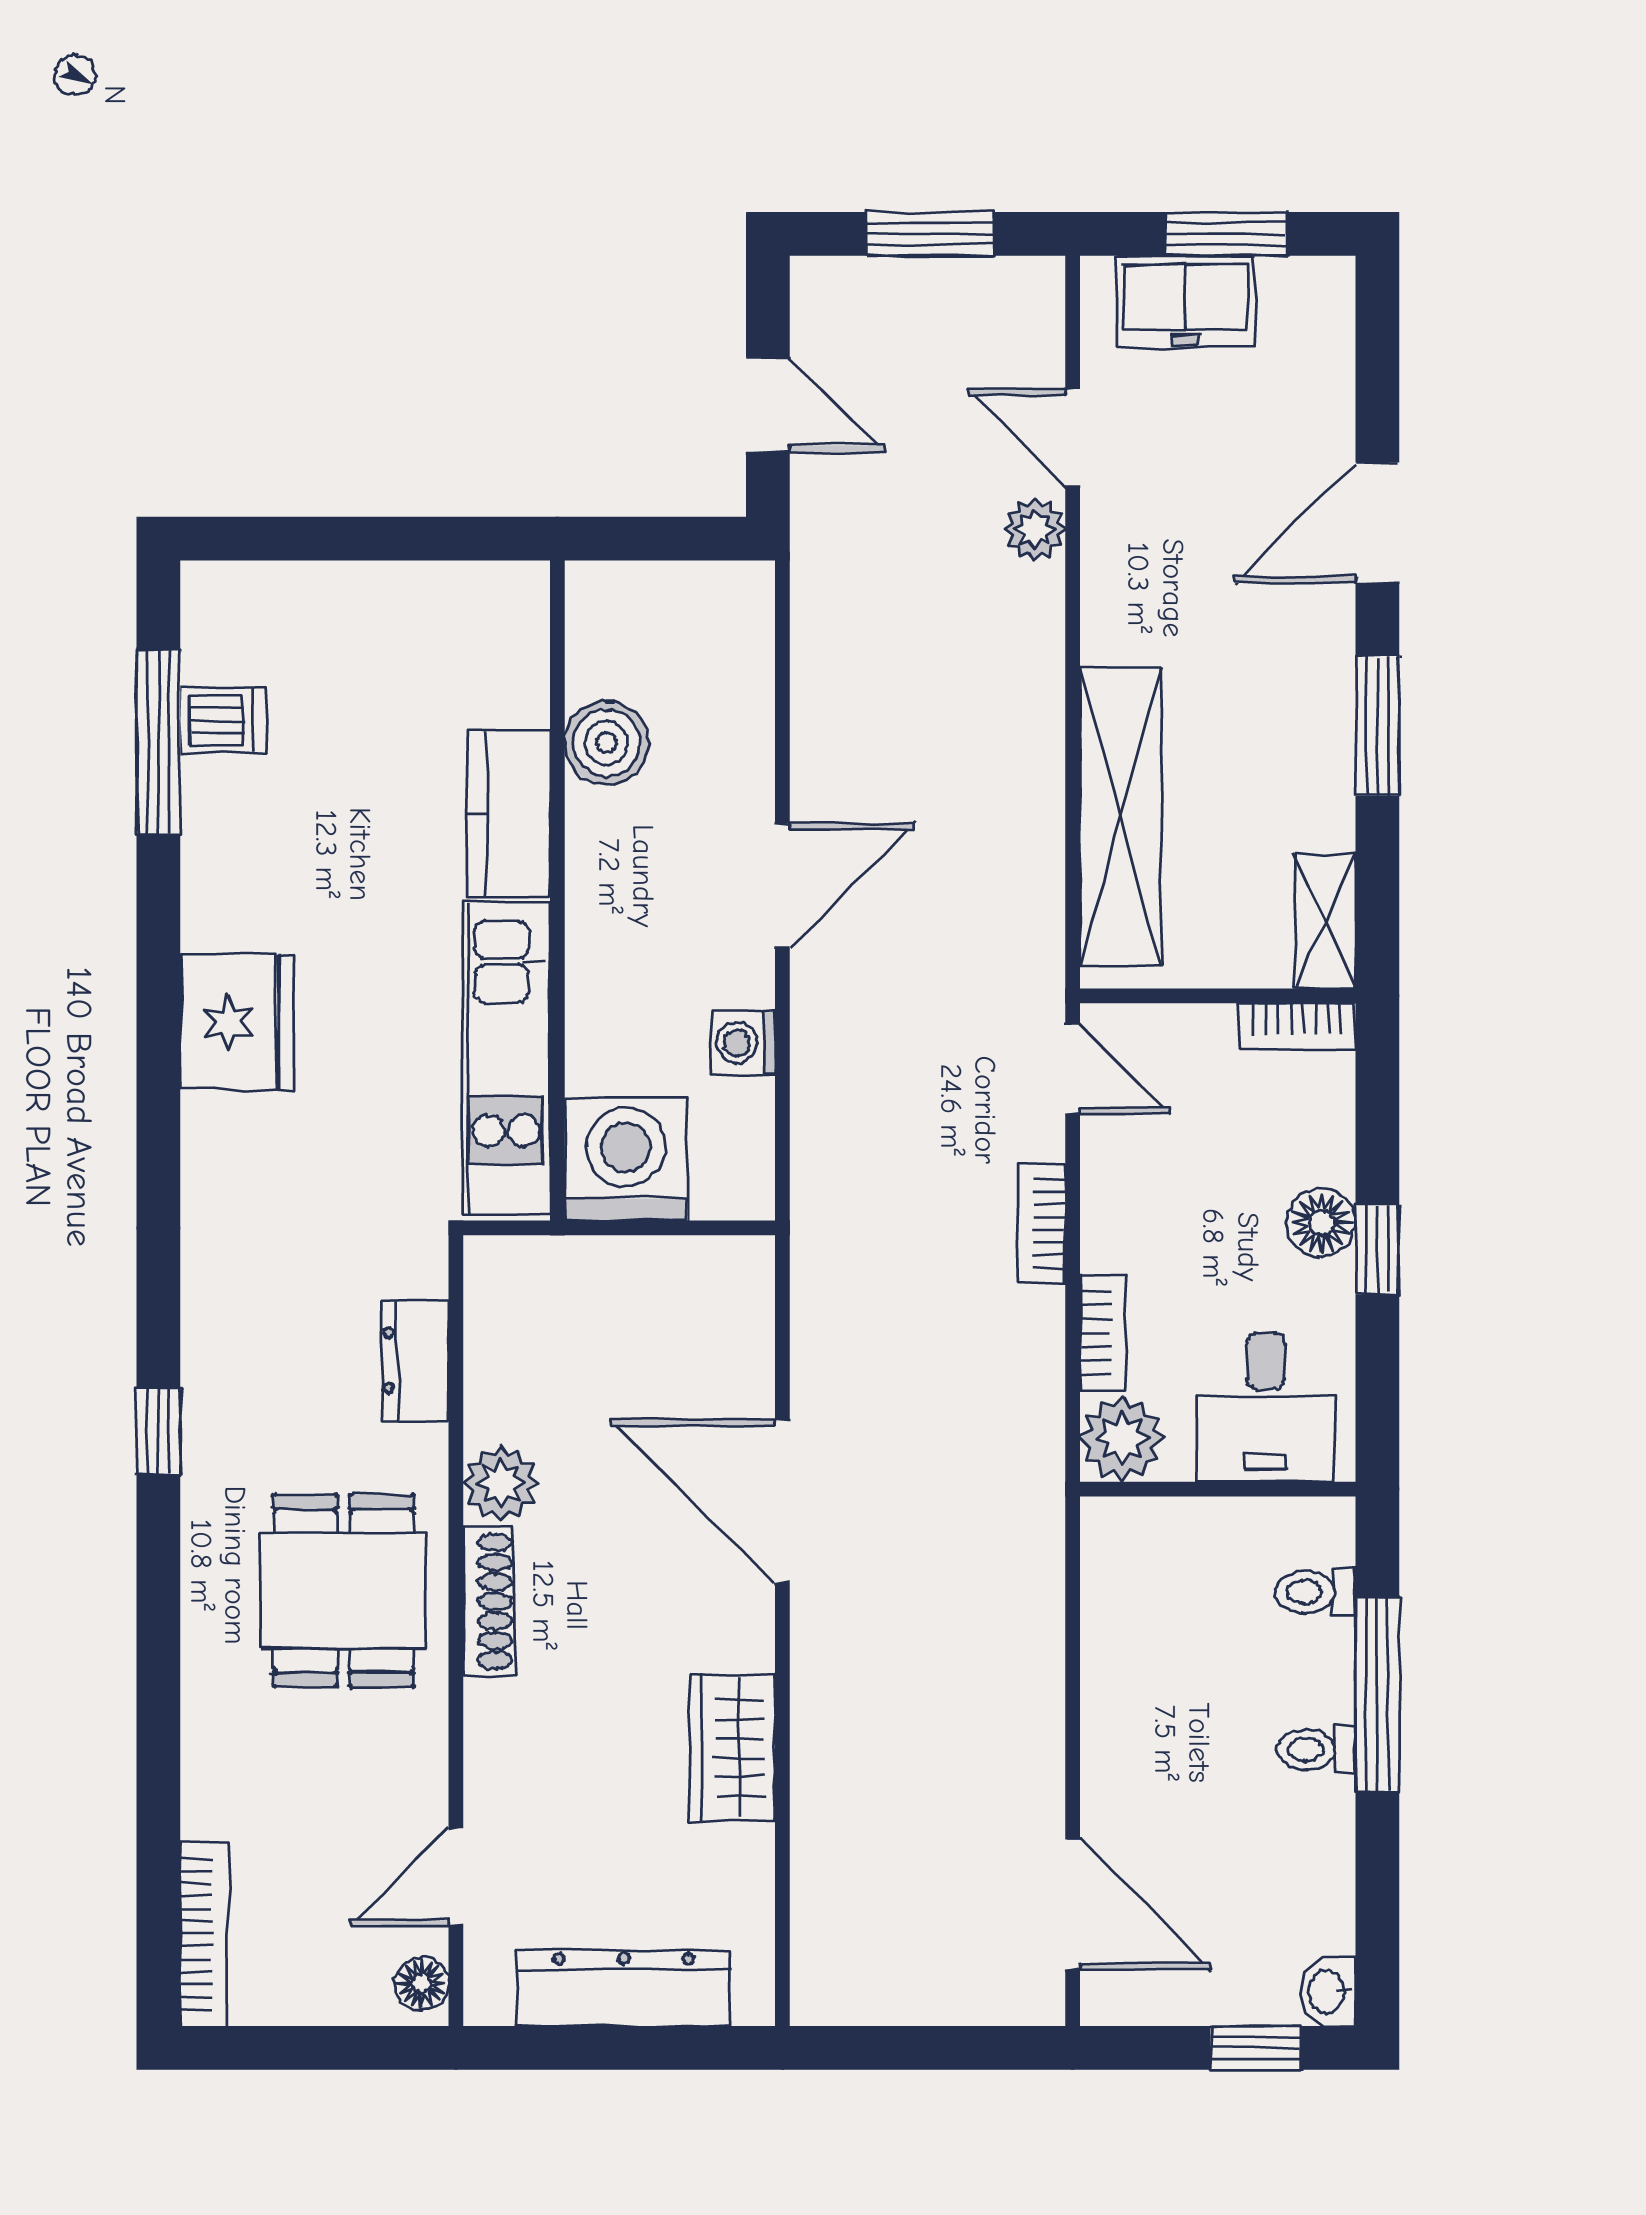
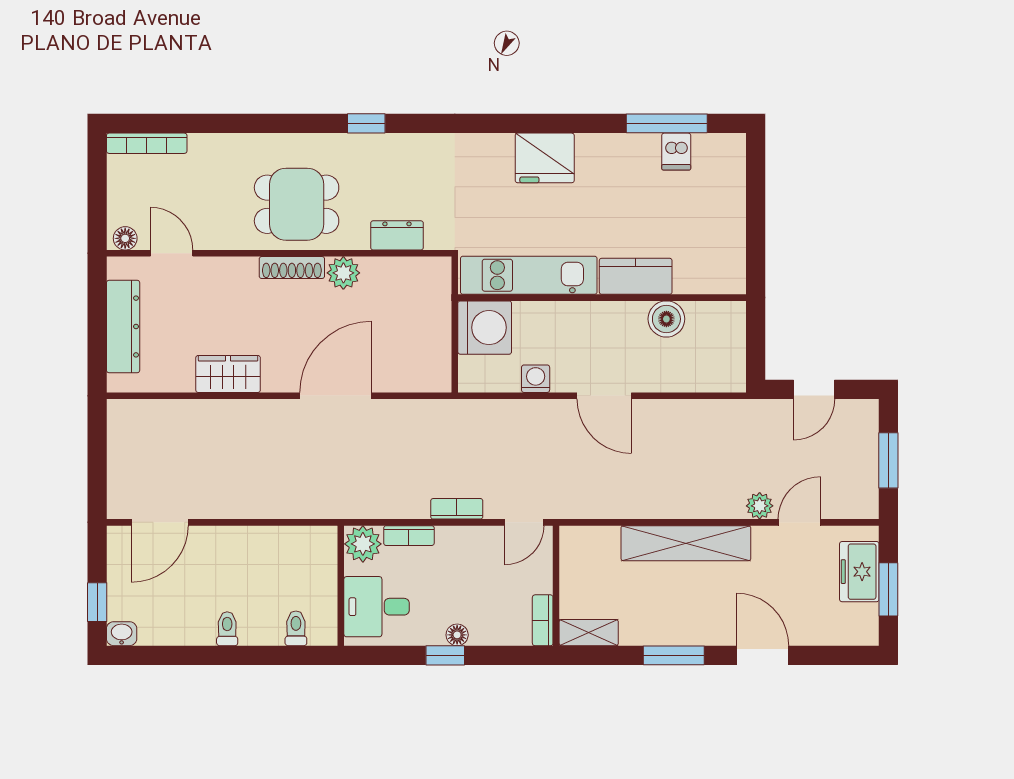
shelving: (1120, 817) -> (686, 543), moved
floor lamp: (1321, 1223) -> (457, 635), width x0.73, depth x0.73
window: (1377, 1694) -> (251, 655), removed

